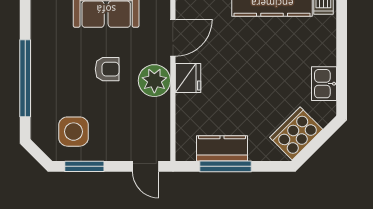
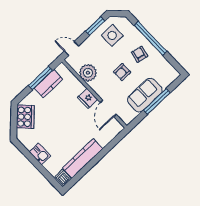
armchair: (61, 71) -> (140, 54), added
plant: (154, 81) -> (88, 73), moved
kitchen sink: (324, 84) -> (40, 154), moved

